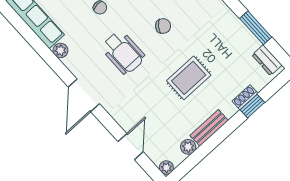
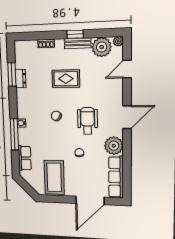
plant: (60, 50) -> (114, 146), width x1.88, depth x1.88
dresser: (267, 60) -> (20, 78), moved
window: (252, 106) -> (75, 34), moved
plant: (188, 147) -> (102, 47), width x1.88, depth x1.88

